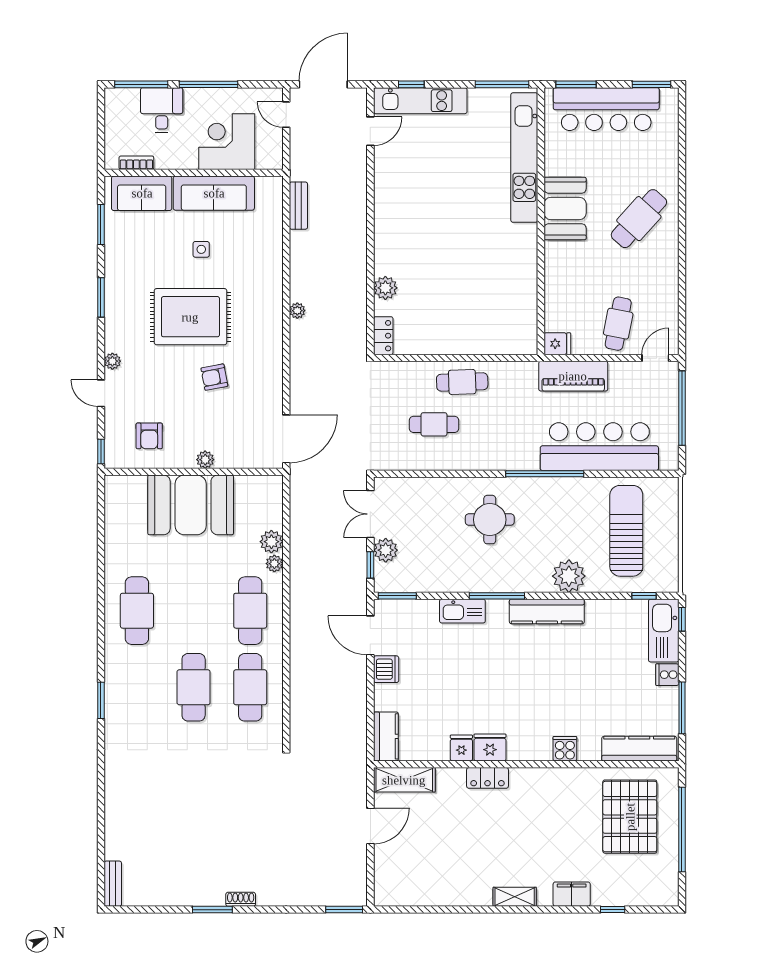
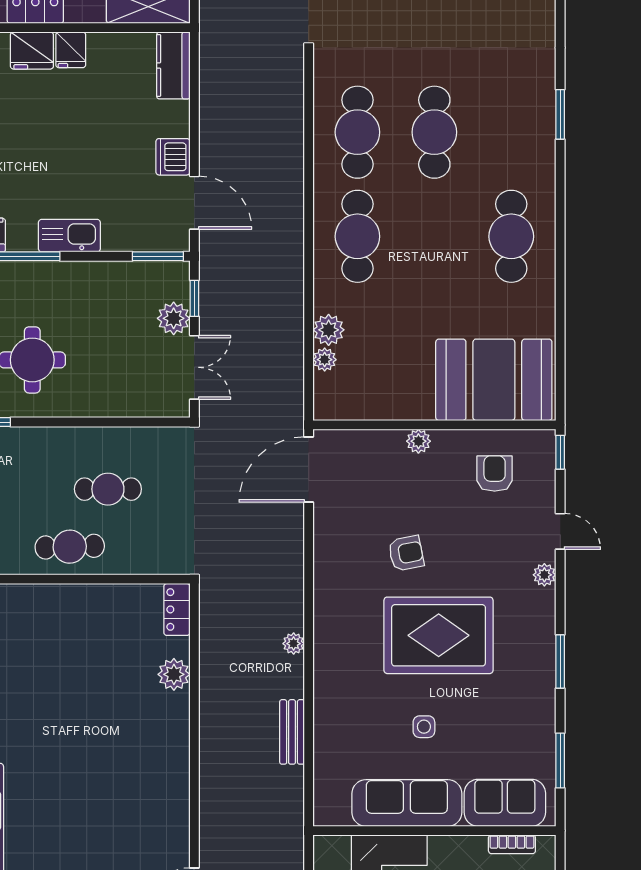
bench: (298, 206) -> (292, 732), moved
booth: (191, 505) -> (494, 380), moved
plant: (274, 564) -> (325, 360), moved

